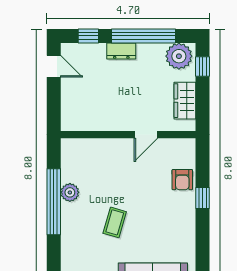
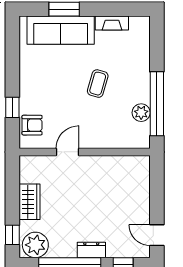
wall: (128, 135) -> (85, 152), moved
door: (146, 135) -> (67, 152), moved
armchair: (182, 180) -> (32, 125), turned 90

